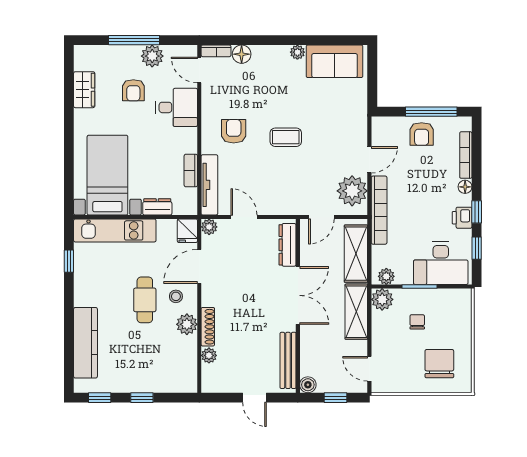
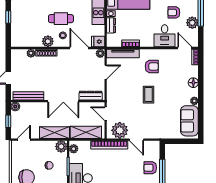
floor lamp: (242, 54) -> (193, 83), moved
door: (199, 70) -> (185, 48), hinge flipped

